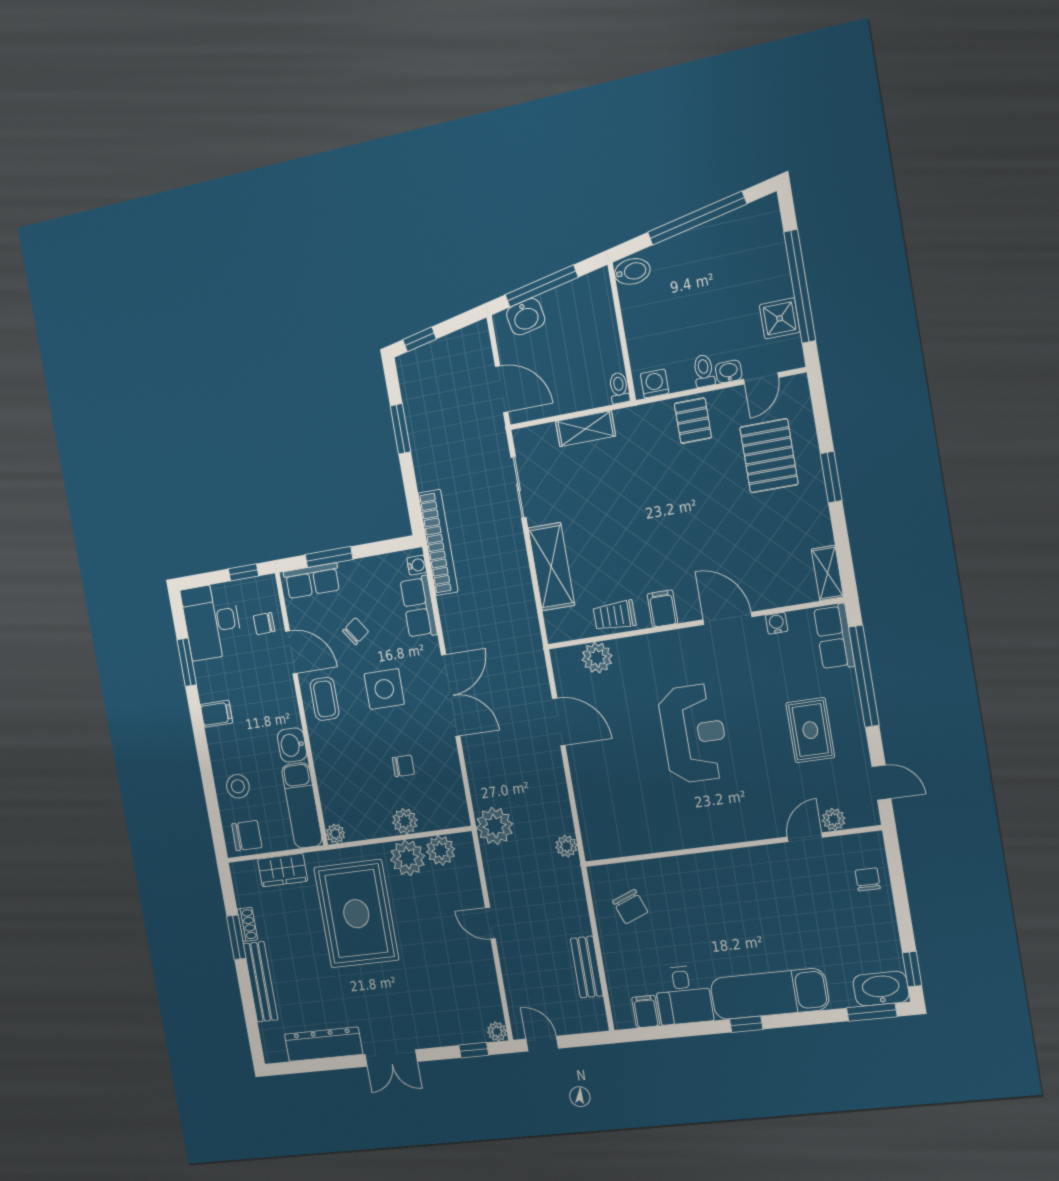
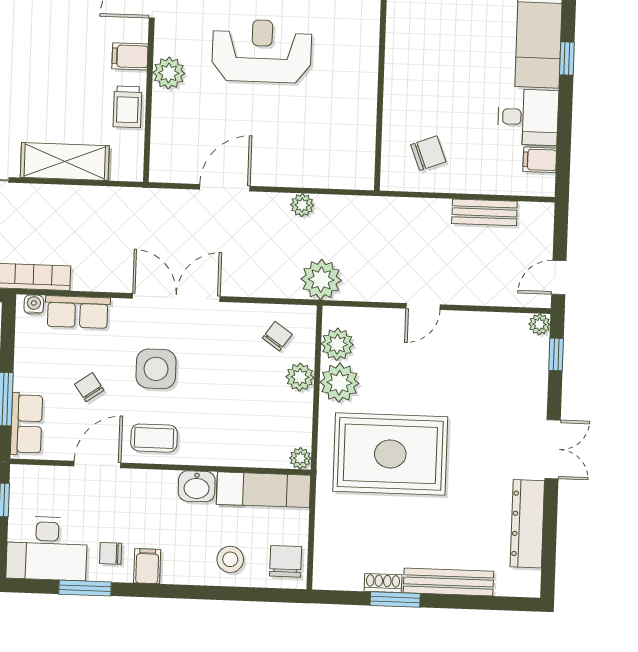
chair: (264, 624) -> (111, 553), moved, turned 91
plant: (597, 658) -> (169, 73), moved
chair: (403, 766) -> (277, 336), moved, turned 35
plant: (566, 846) -> (302, 205), moved
wardrobe: (282, 870) -> (330, 528), removed

